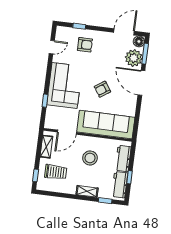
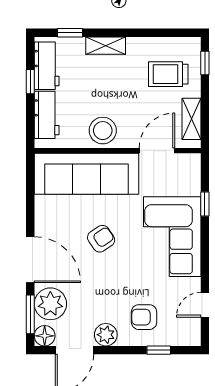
plant: (106, 38) -> (106, 335), added
stool: (90, 158) -> (103, 131), moved

